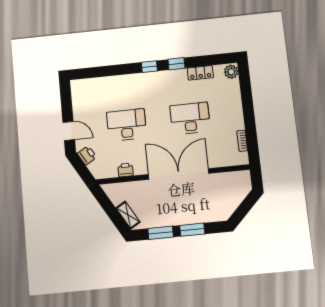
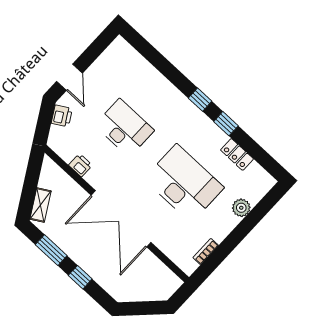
plant: (231, 72) -> (241, 208), moved
desk: (190, 118) -> (184, 183), width x1.36, depth x1.30
double door: (179, 174) -> (121, 219), swing flipped
window: (192, 230) -> (80, 277), width x0.67

